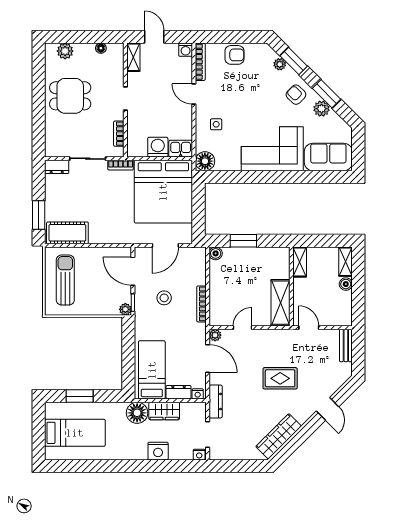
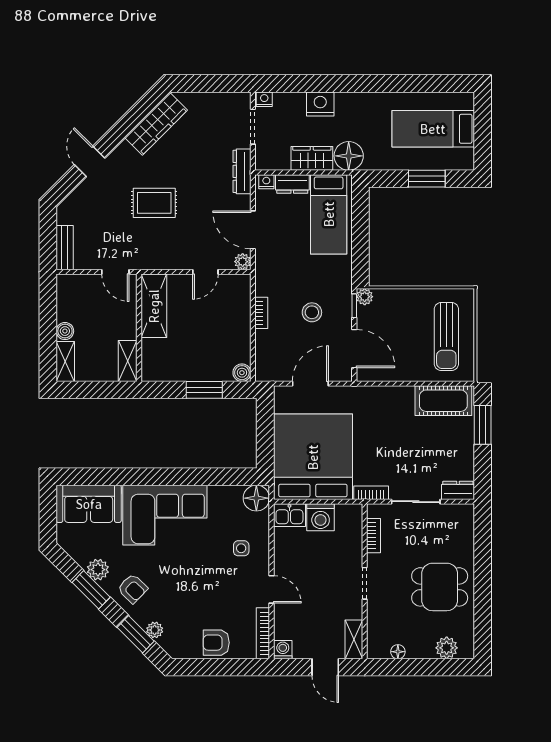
bookcase: (201, 304) -> (261, 313), width x0.64

